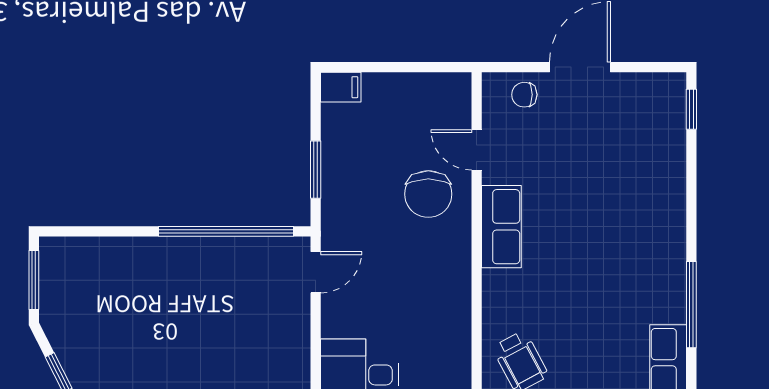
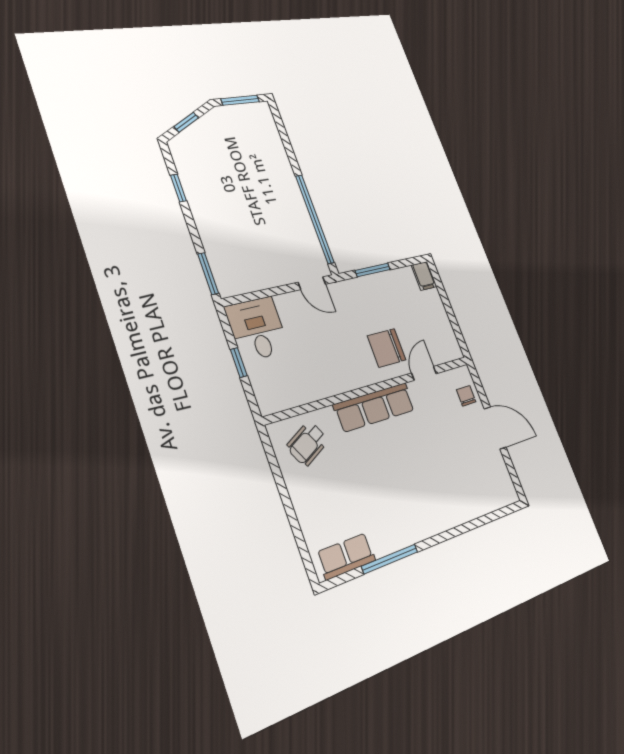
window: (691, 109) -> (502, 512), removed
row of seats: (501, 227) -> (375, 407), width x1.48

